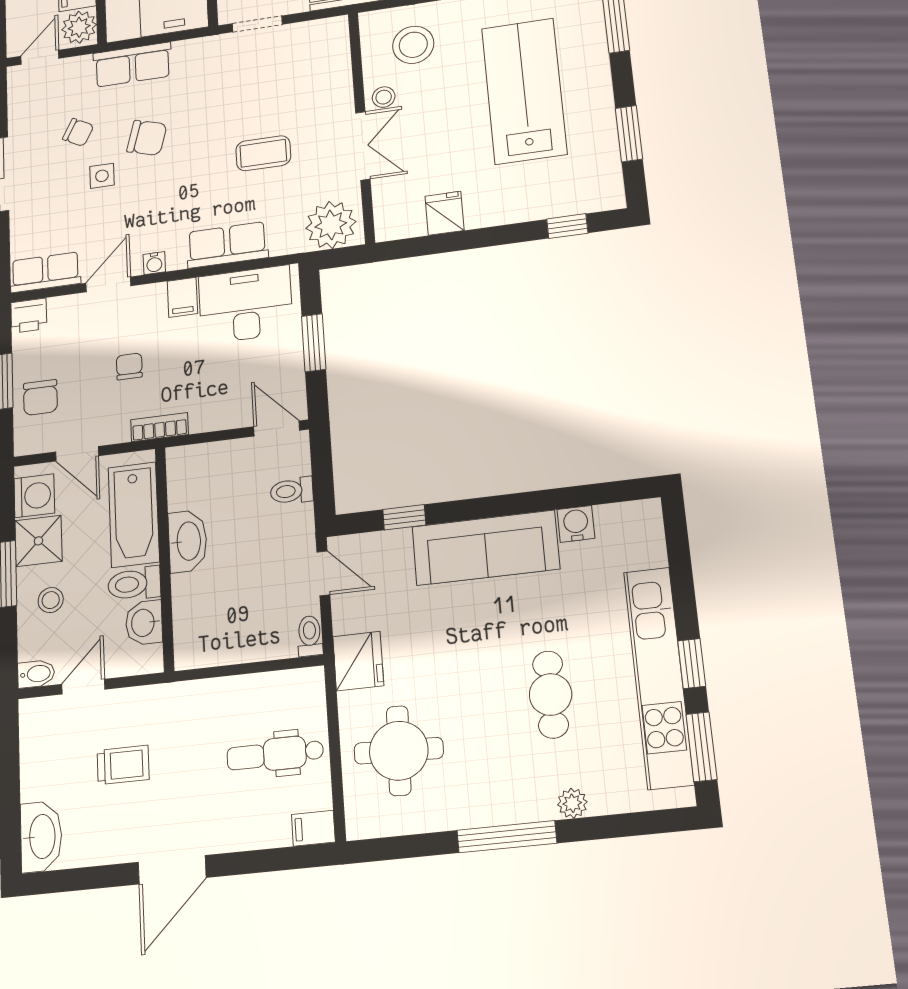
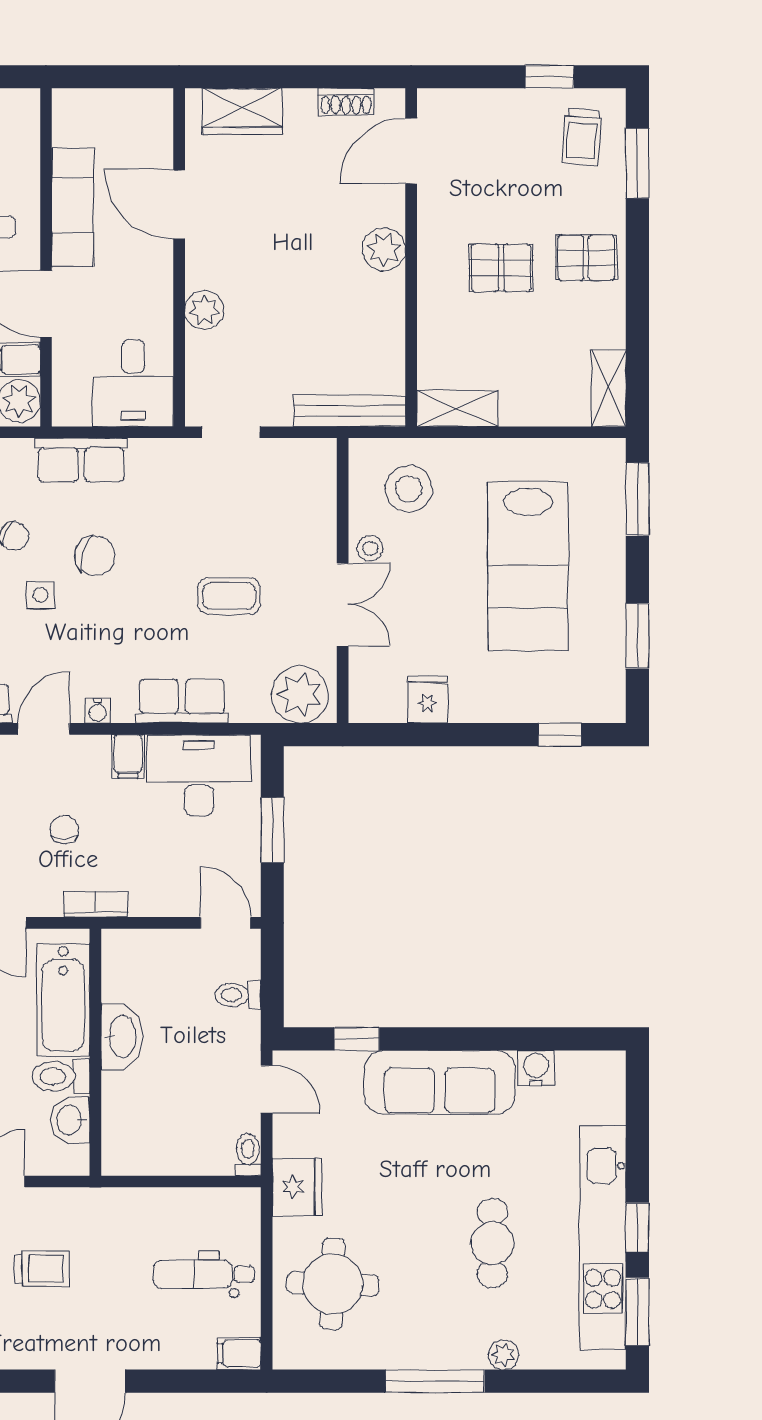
lab bench: (524, 91) -> (528, 566), turned 180

